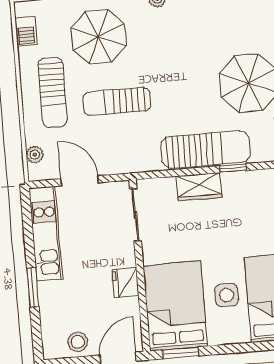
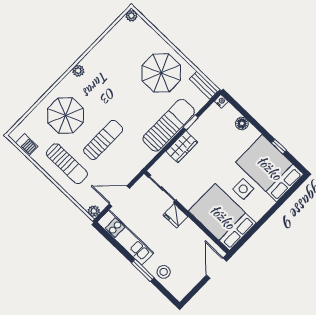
sun lounger: (117, 102) -> (103, 140), turned 180
plant: (35, 155) -> (94, 211), moved
fridge: (126, 283) -> (175, 216), moved
stool: (78, 342) -> (164, 272), moved
window: (181, 353) -> (246, 238), removed

